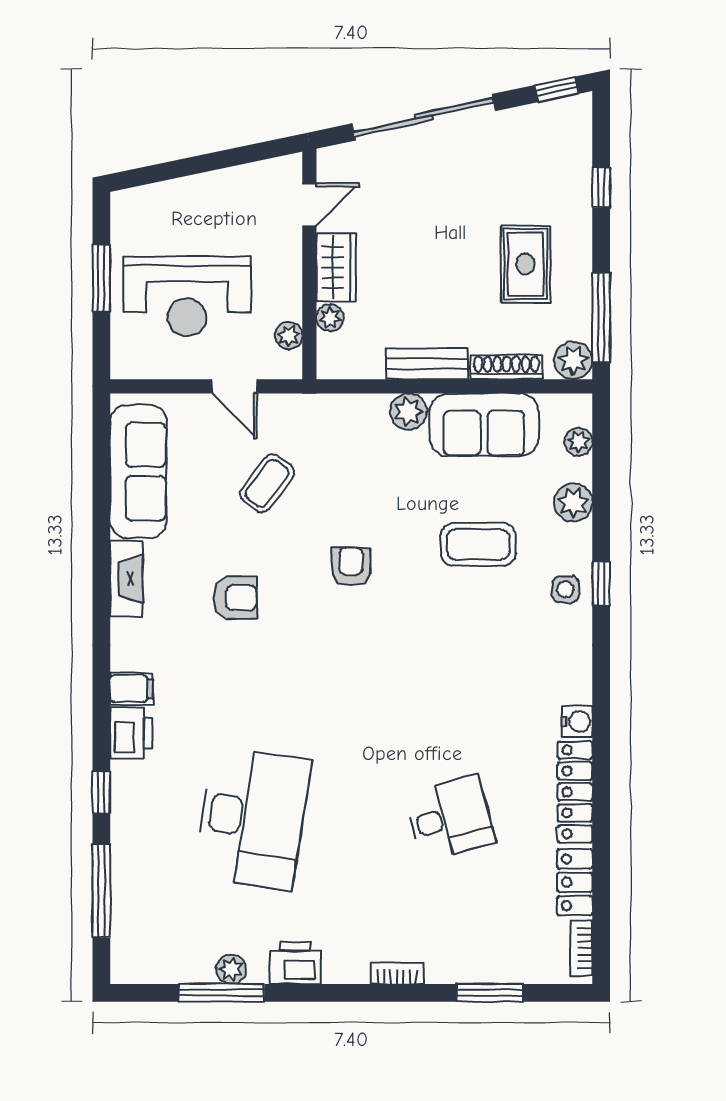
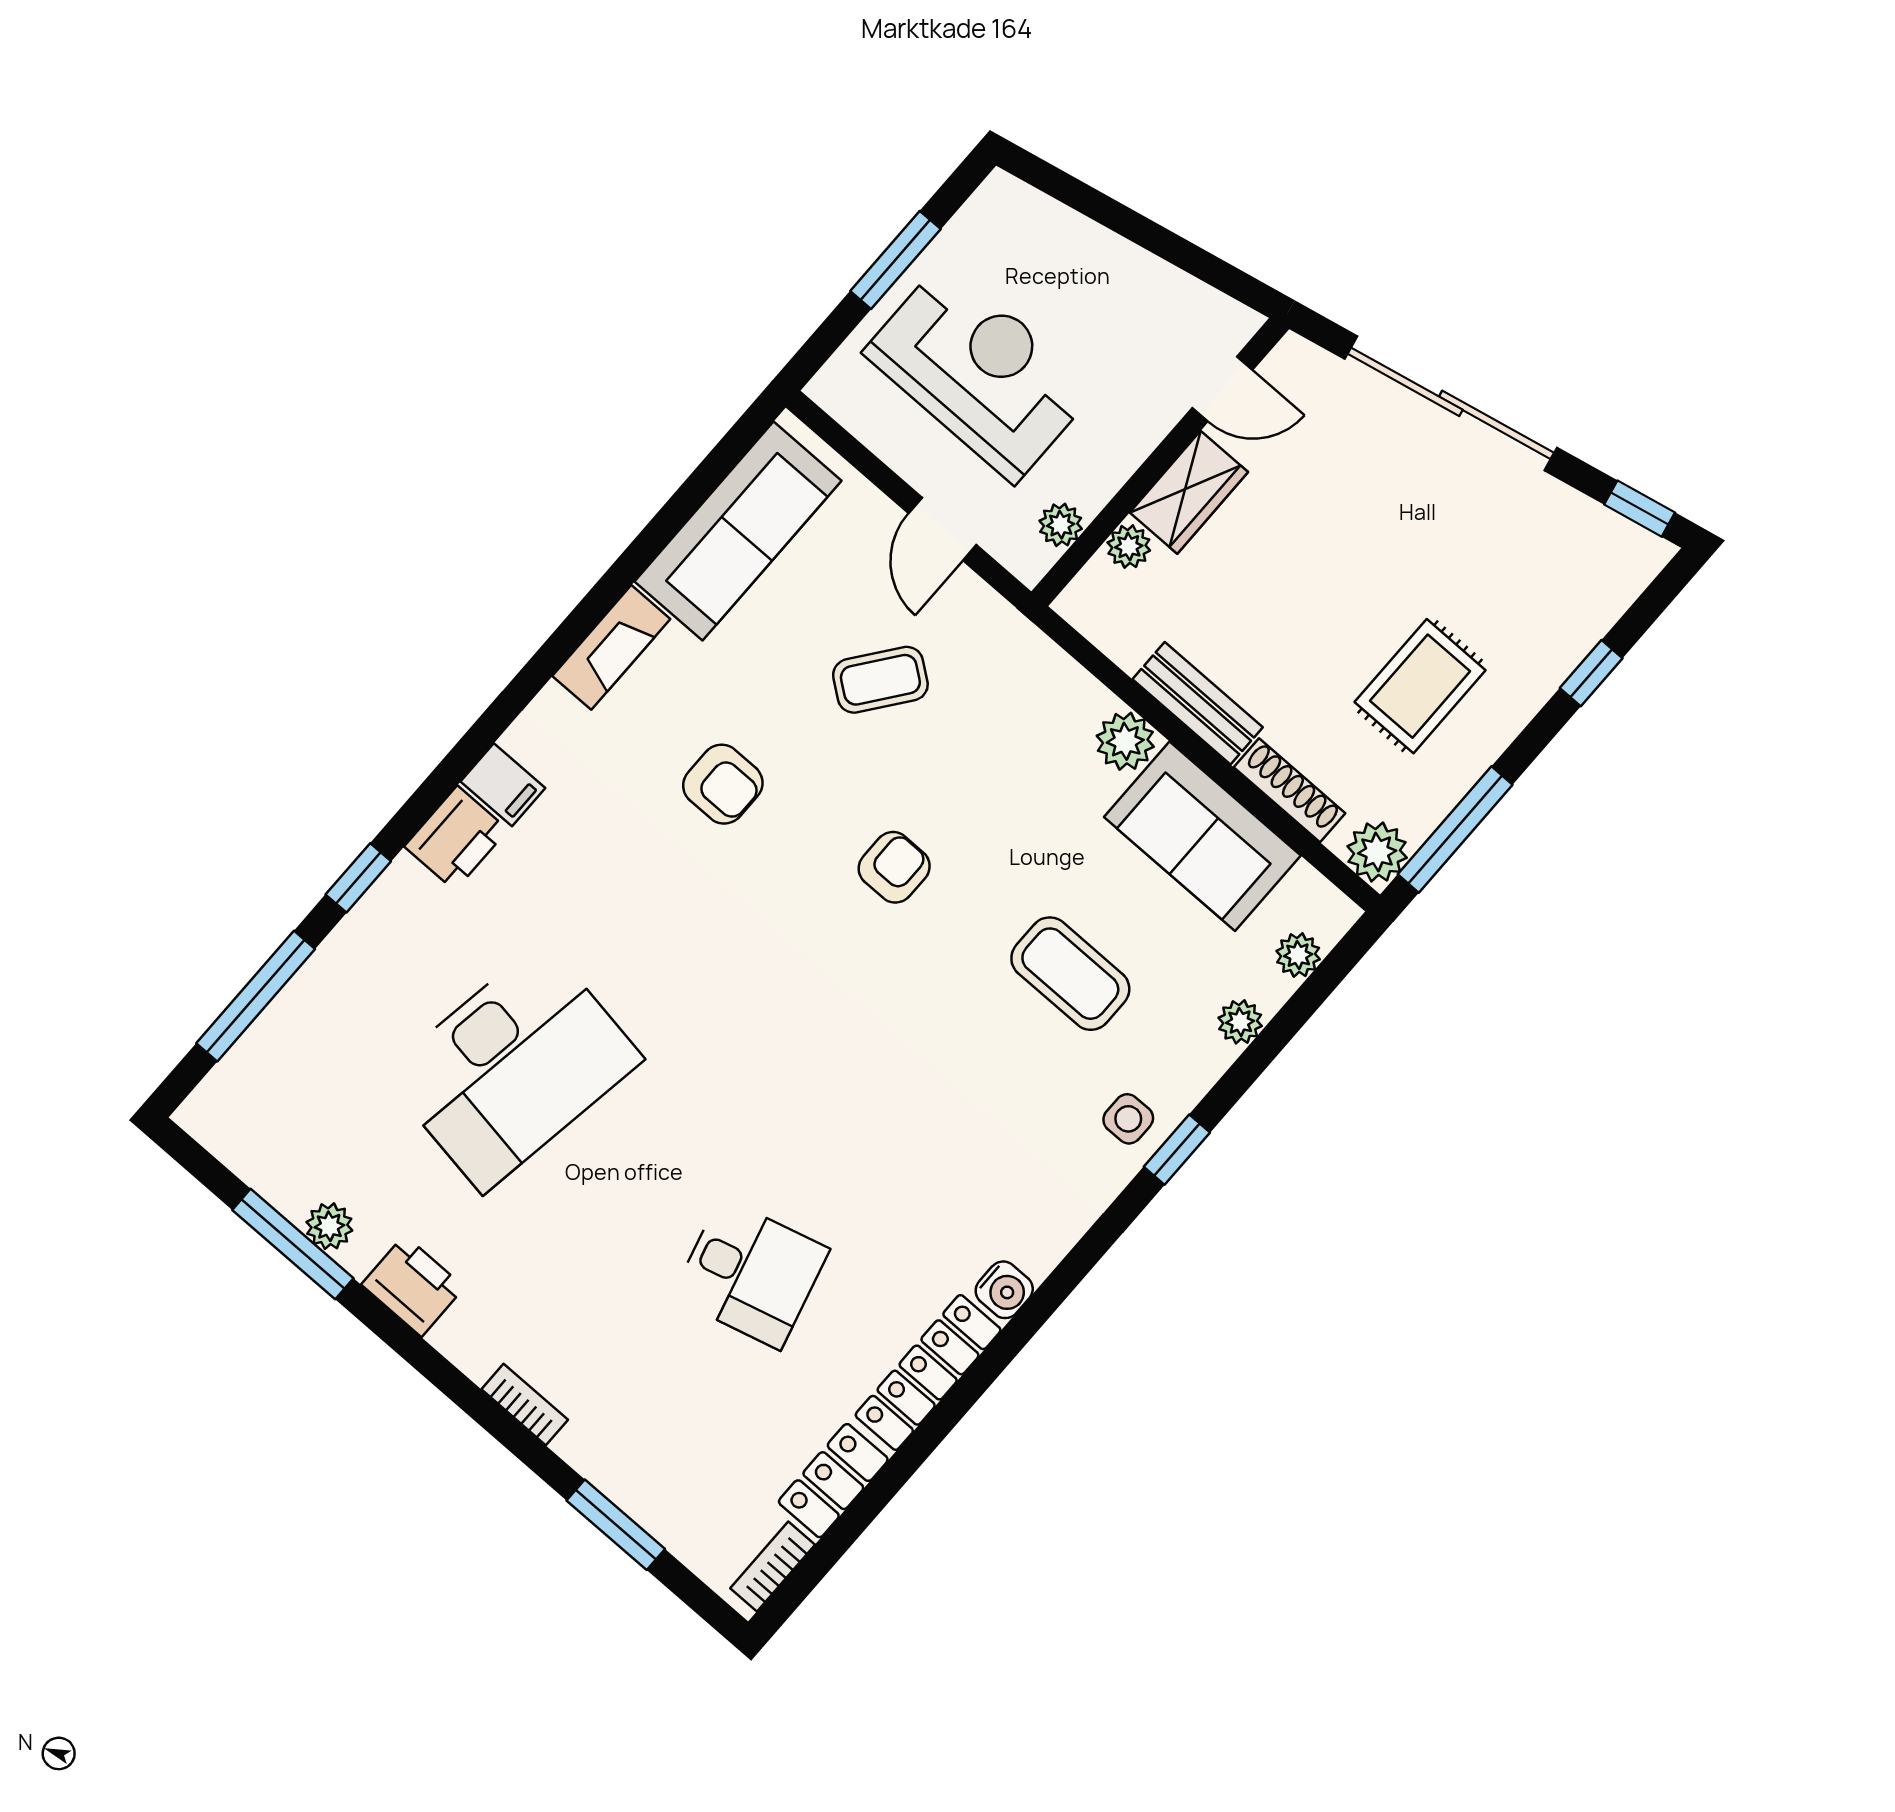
reception desk: (187, 296) -> (979, 371), turned 180
plant: (573, 503) -> (1240, 1022), width x0.73, depth x0.73

